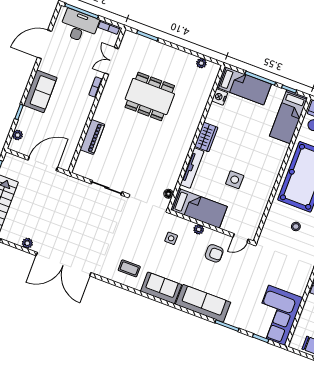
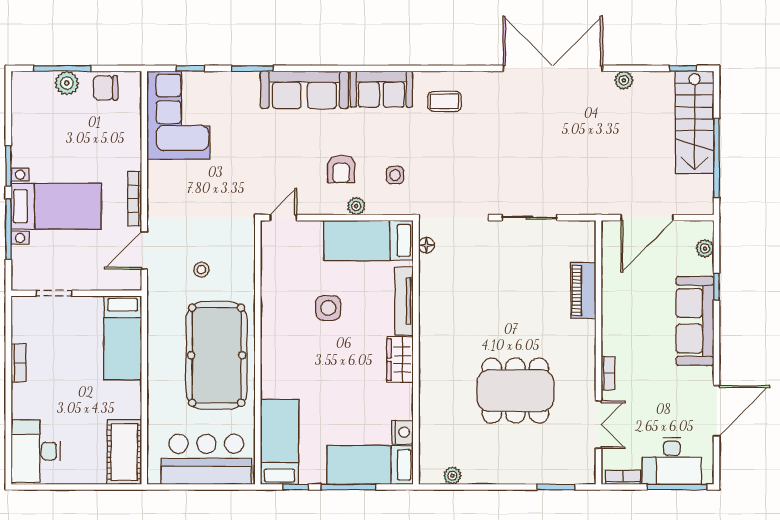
sofa: (40, 91) -> (695, 321), width x1.36
armchair: (214, 253) -> (341, 169), moved, turned -90

